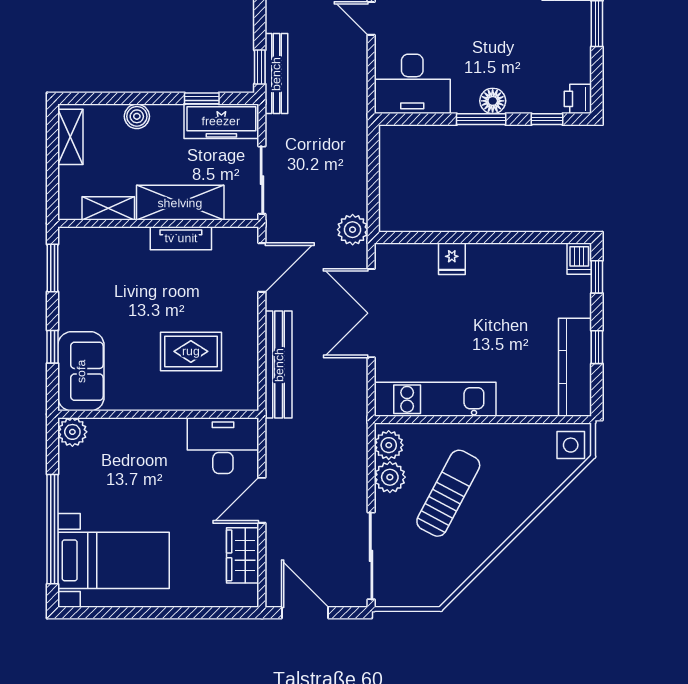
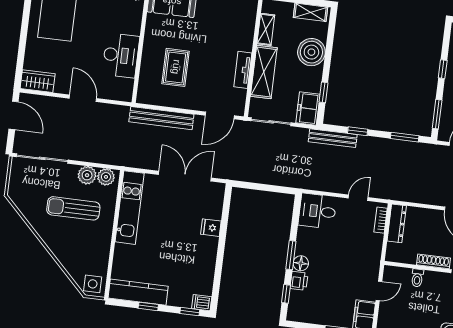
window: (260, 67) -> (358, 131), moved
desk: (412, 84) -> (317, 211), width x0.73
printer: (578, 99) -> (299, 281), moved, turned 90
boiler: (137, 116) -> (311, 52), width x1.86, depth x1.86
freezer: (221, 121) -> (308, 108), width x0.71
plant: (353, 230) -> (235, 171), removed
door: (262, 267) -> (220, 115), hinge flipped
desk: (223, 446) -> (121, 55), moved
sun lounger: (448, 493) -> (73, 208), turned 152
wardrobe: (243, 555) -> (38, 81), moved
door: (305, 613) -> (14, 115), hinge flipped

